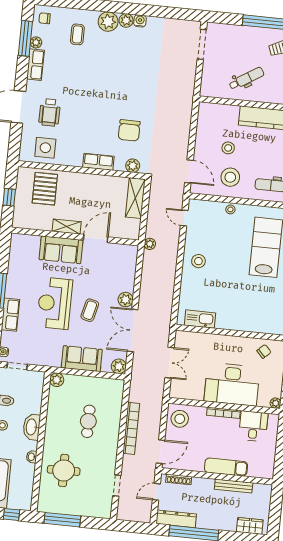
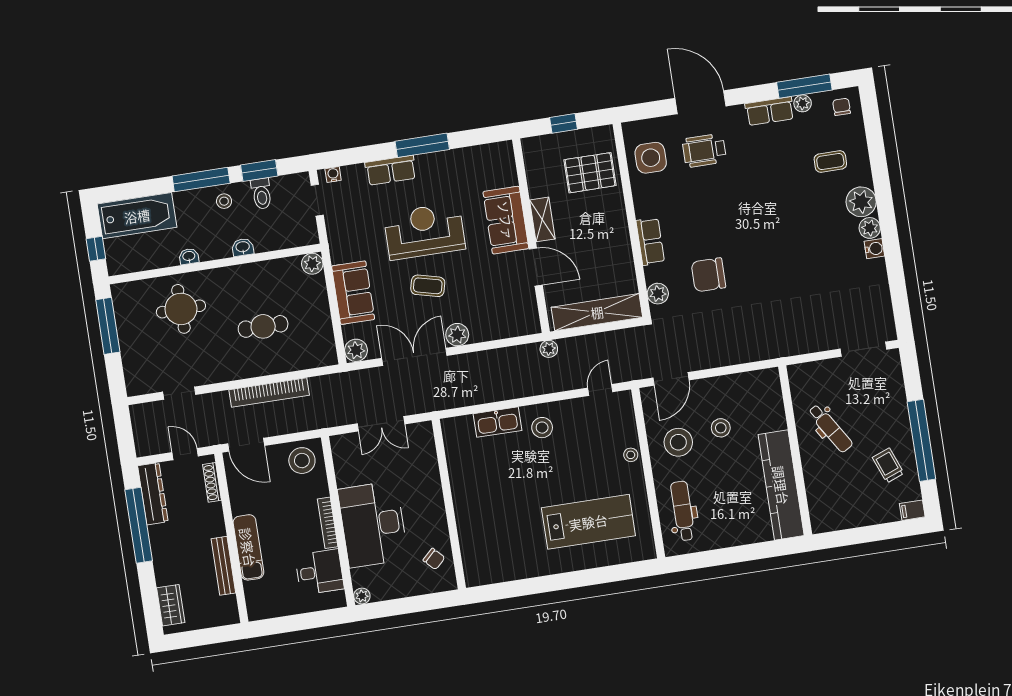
shelving: (135, 198) -> (597, 312), width x1.47
kitchen sink: (200, 319) -> (497, 422), moved, turned 90
washbasin: (32, 427) -> (243, 247), width x0.52, depth x0.69

